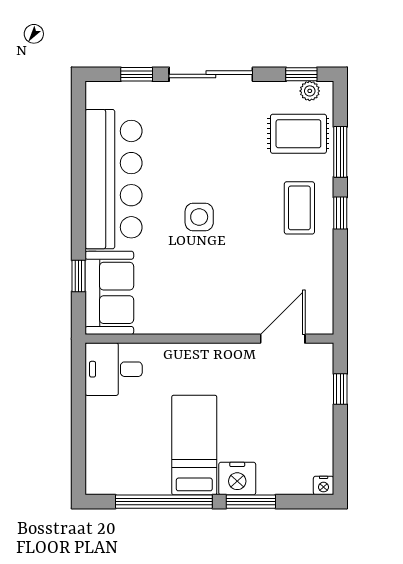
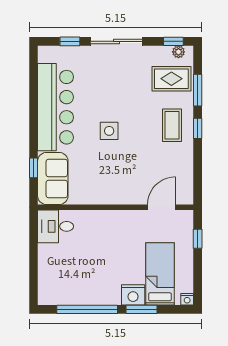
bed: (194, 445) -> (160, 274), moved

